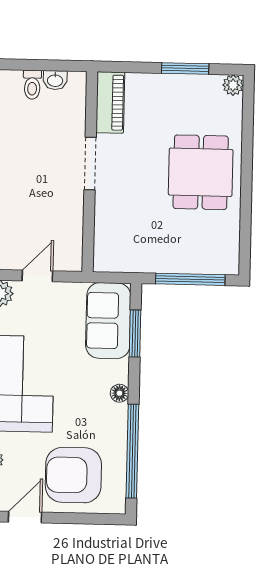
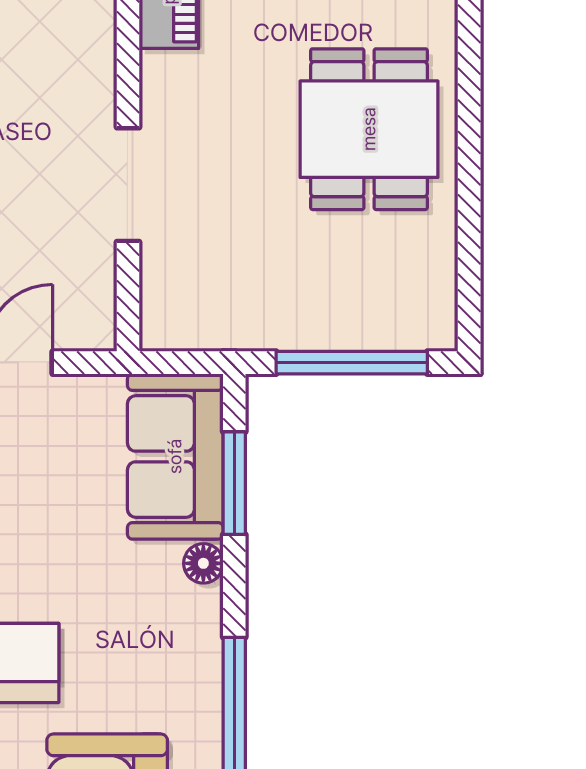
doorway: (90, 164) -> (128, 185), moved
floor lamp: (119, 393) -> (203, 563), moved

